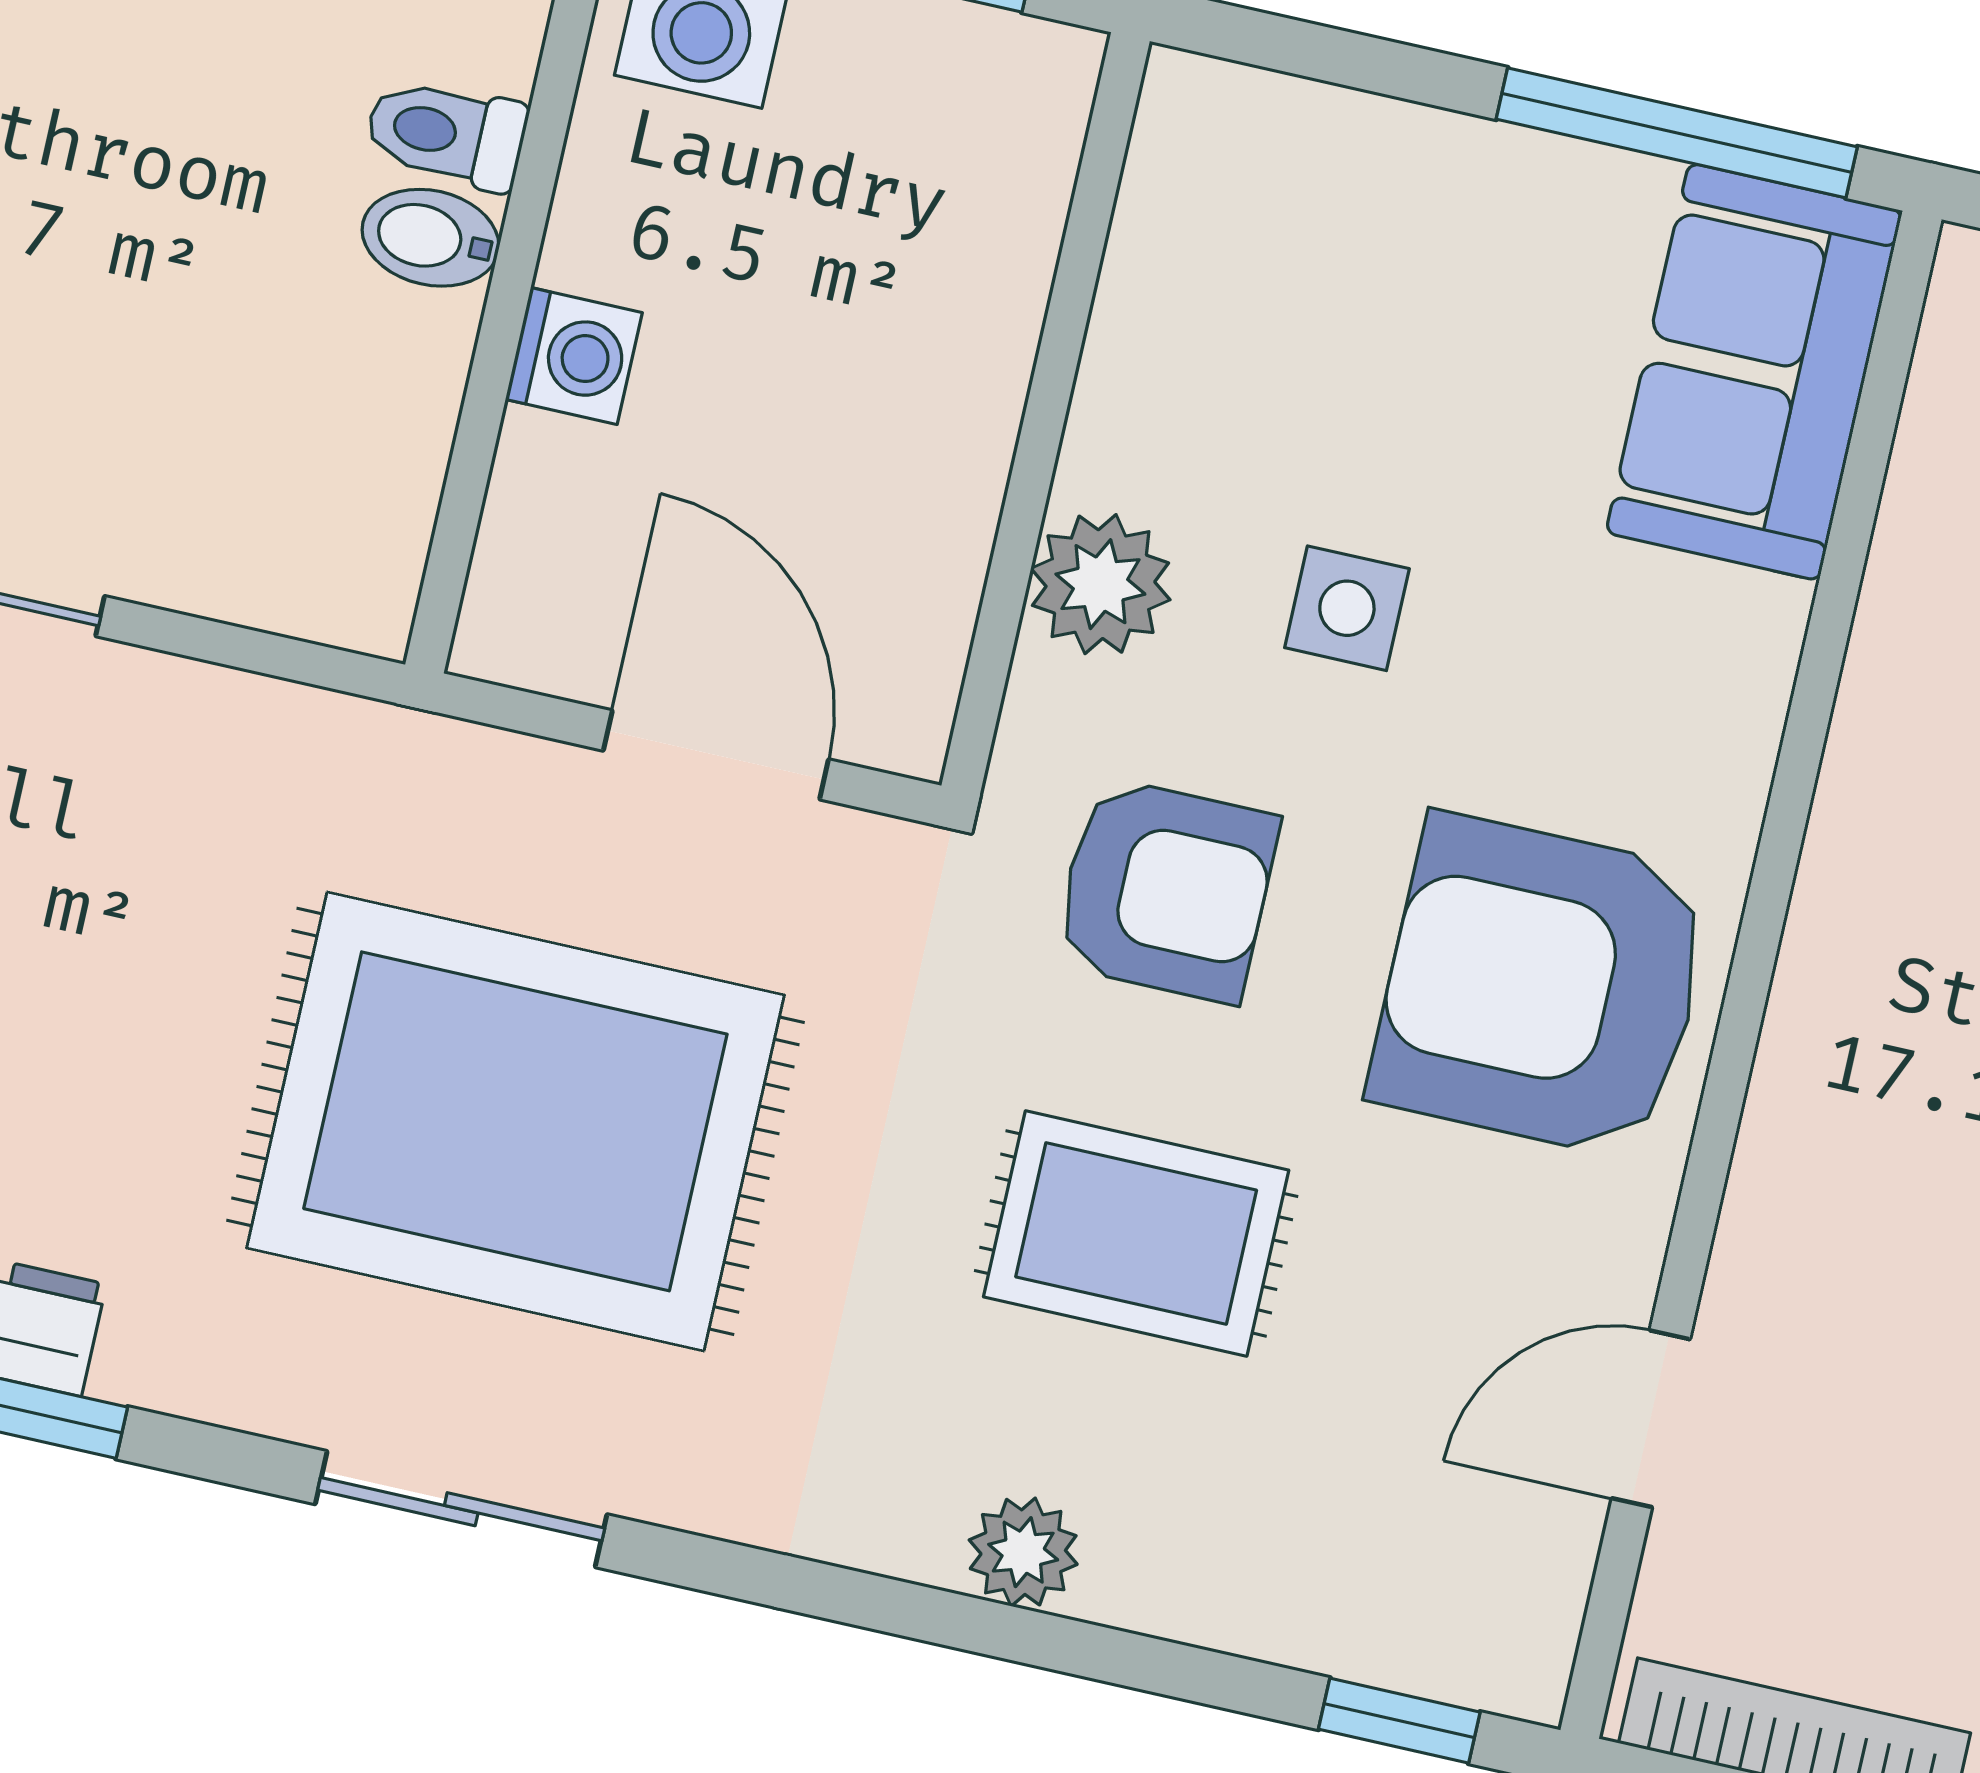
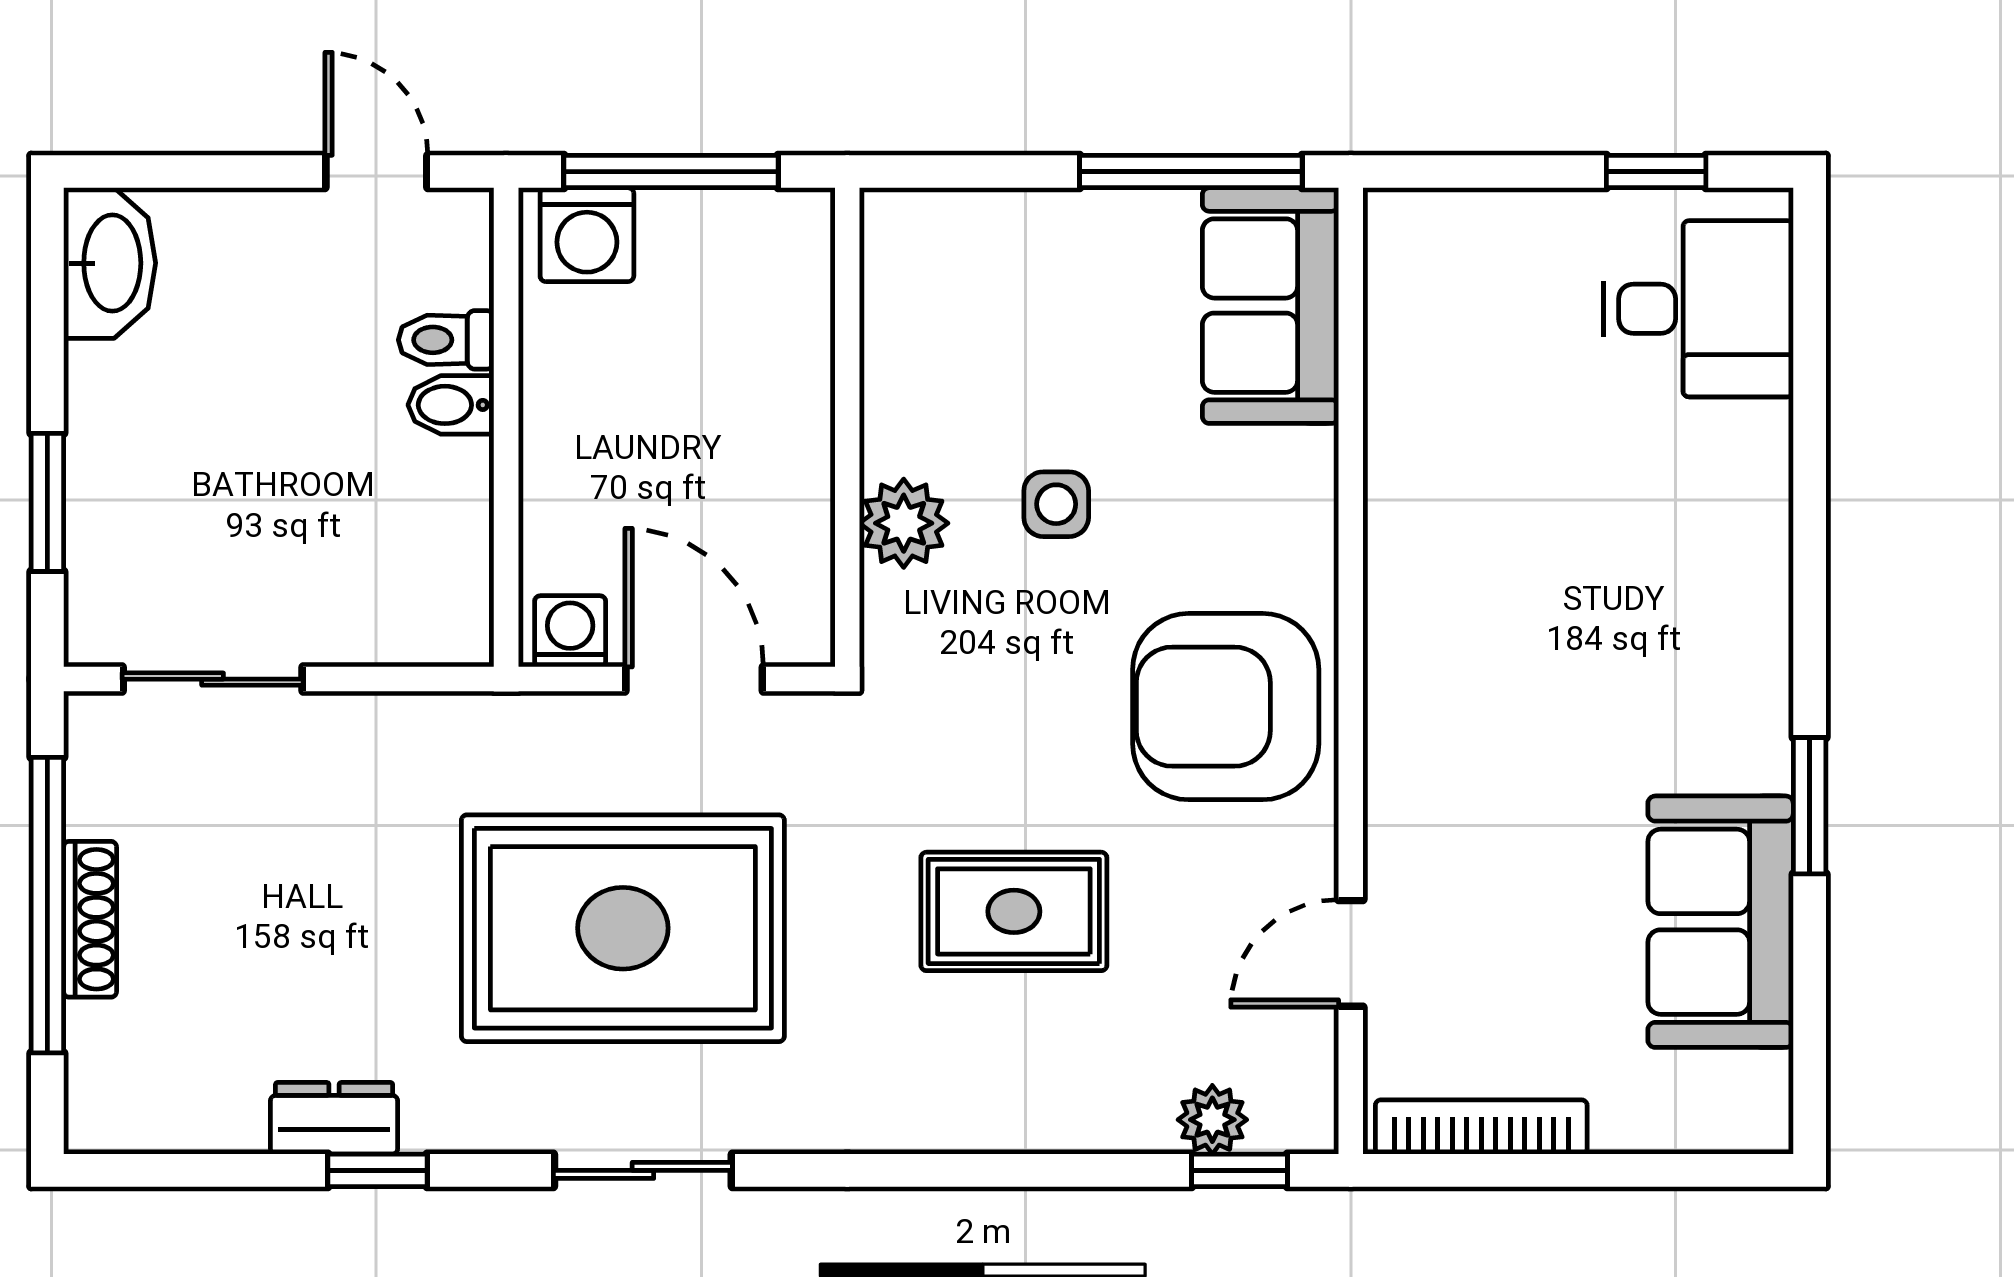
washing machine: (574, 356) -> (570, 631), moved, turned -90
armchair: (1166, 890) -> (985, 699), removed
plant: (1023, 1552) -> (1212, 1120), moved

